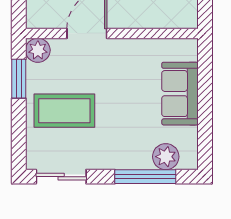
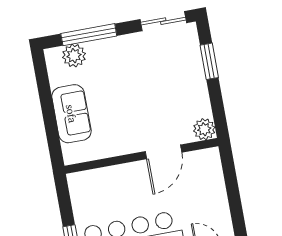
window: (19, 79) -> (209, 61), moved
coffee table: (64, 111) -> (171, 80), removed

